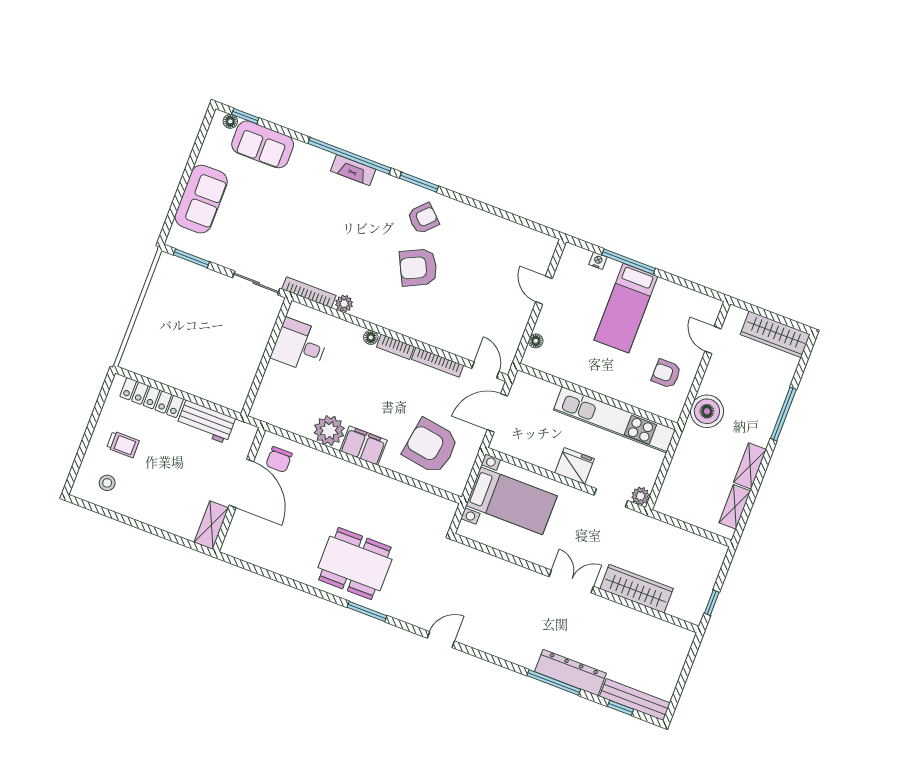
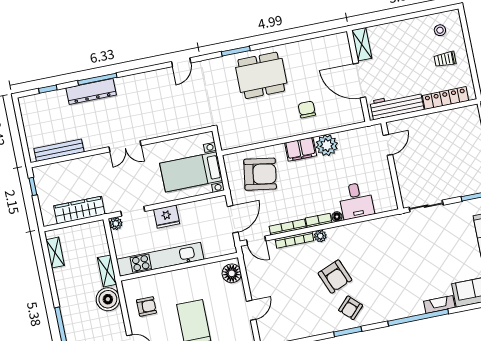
fireplace: (353, 170) -> (439, 304), moved
window: (419, 182) -> (348, 332), moved
armchair: (418, 267) -> (335, 277), turned 94
door: (544, 290) -> (251, 310), hinge flipped
bookcase: (309, 292) -> (294, 240), moved
plant: (344, 304) -> (320, 236), moved
floor lamp: (536, 341) -> (232, 273), width x1.89, depth x1.89
desk: (300, 346) -> (356, 201), moved, turned 90
door: (256, 385) -> (388, 145), added
workbench: (206, 422) -> (397, 105), width x1.38
chair: (279, 460) -> (307, 109), moved
shelving: (750, 466) -> (107, 271), moved
wardrobe: (637, 589) -> (79, 210), moved, turned 180
bench: (635, 700) -> (59, 150), moved

